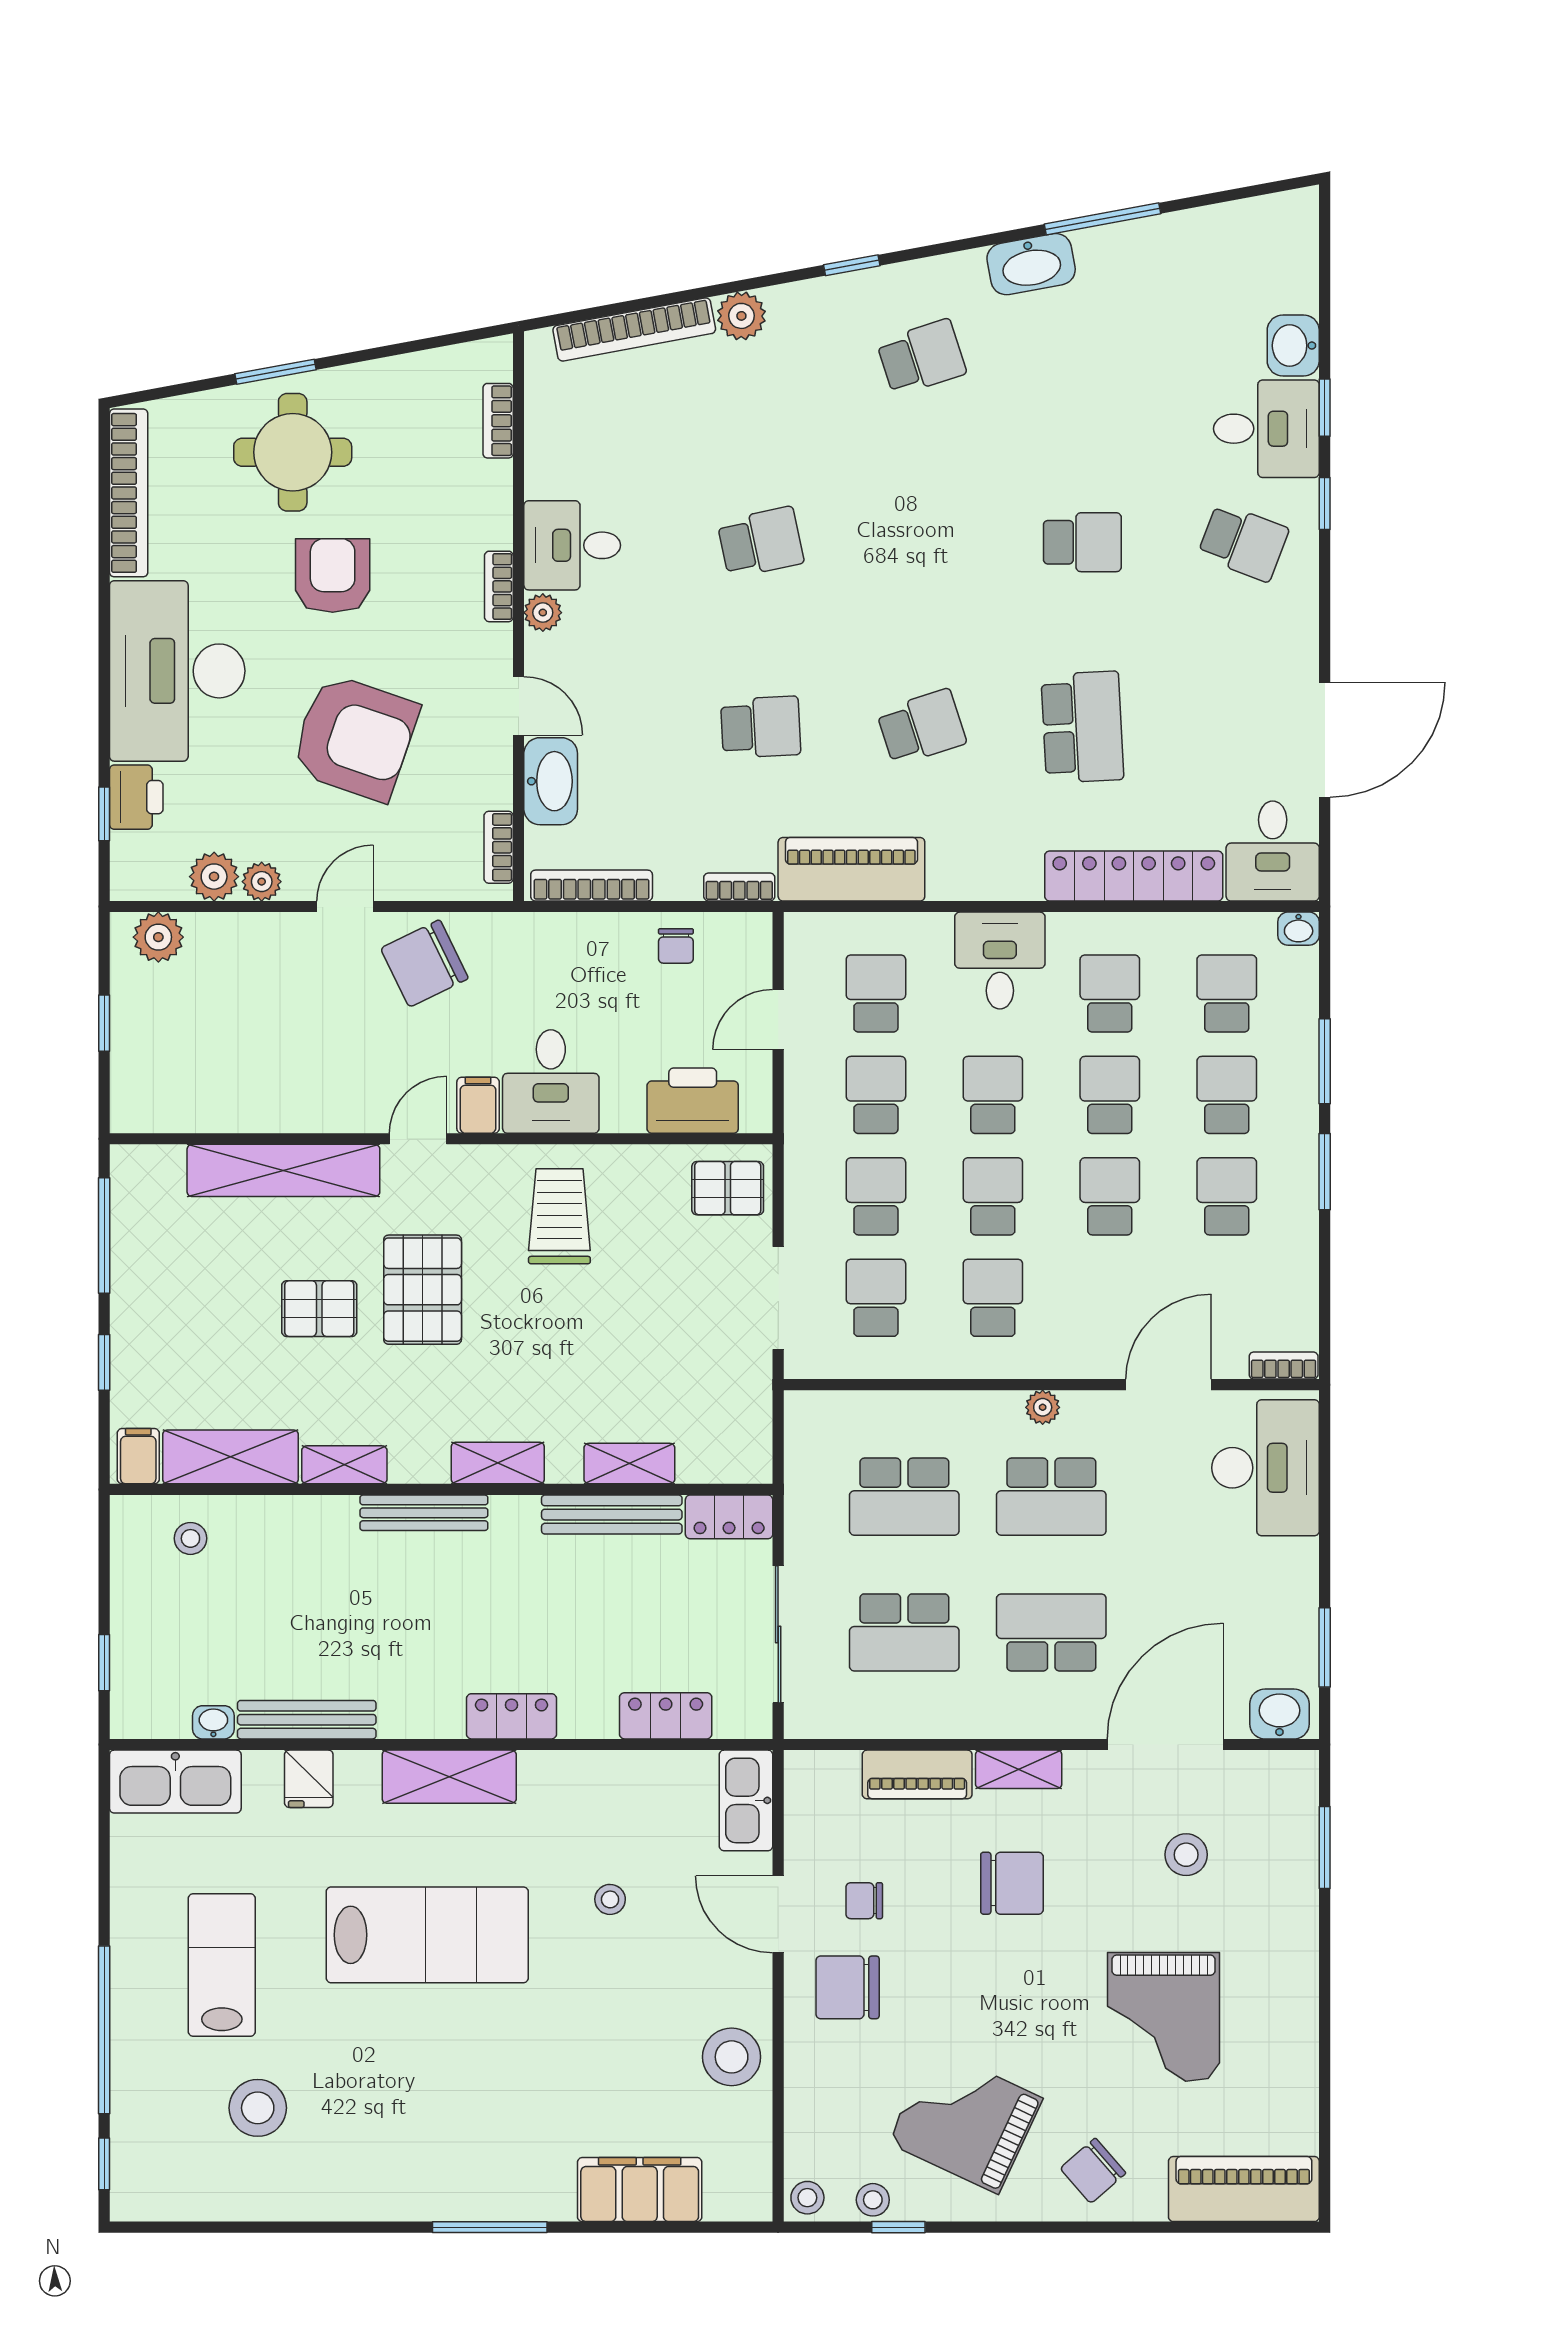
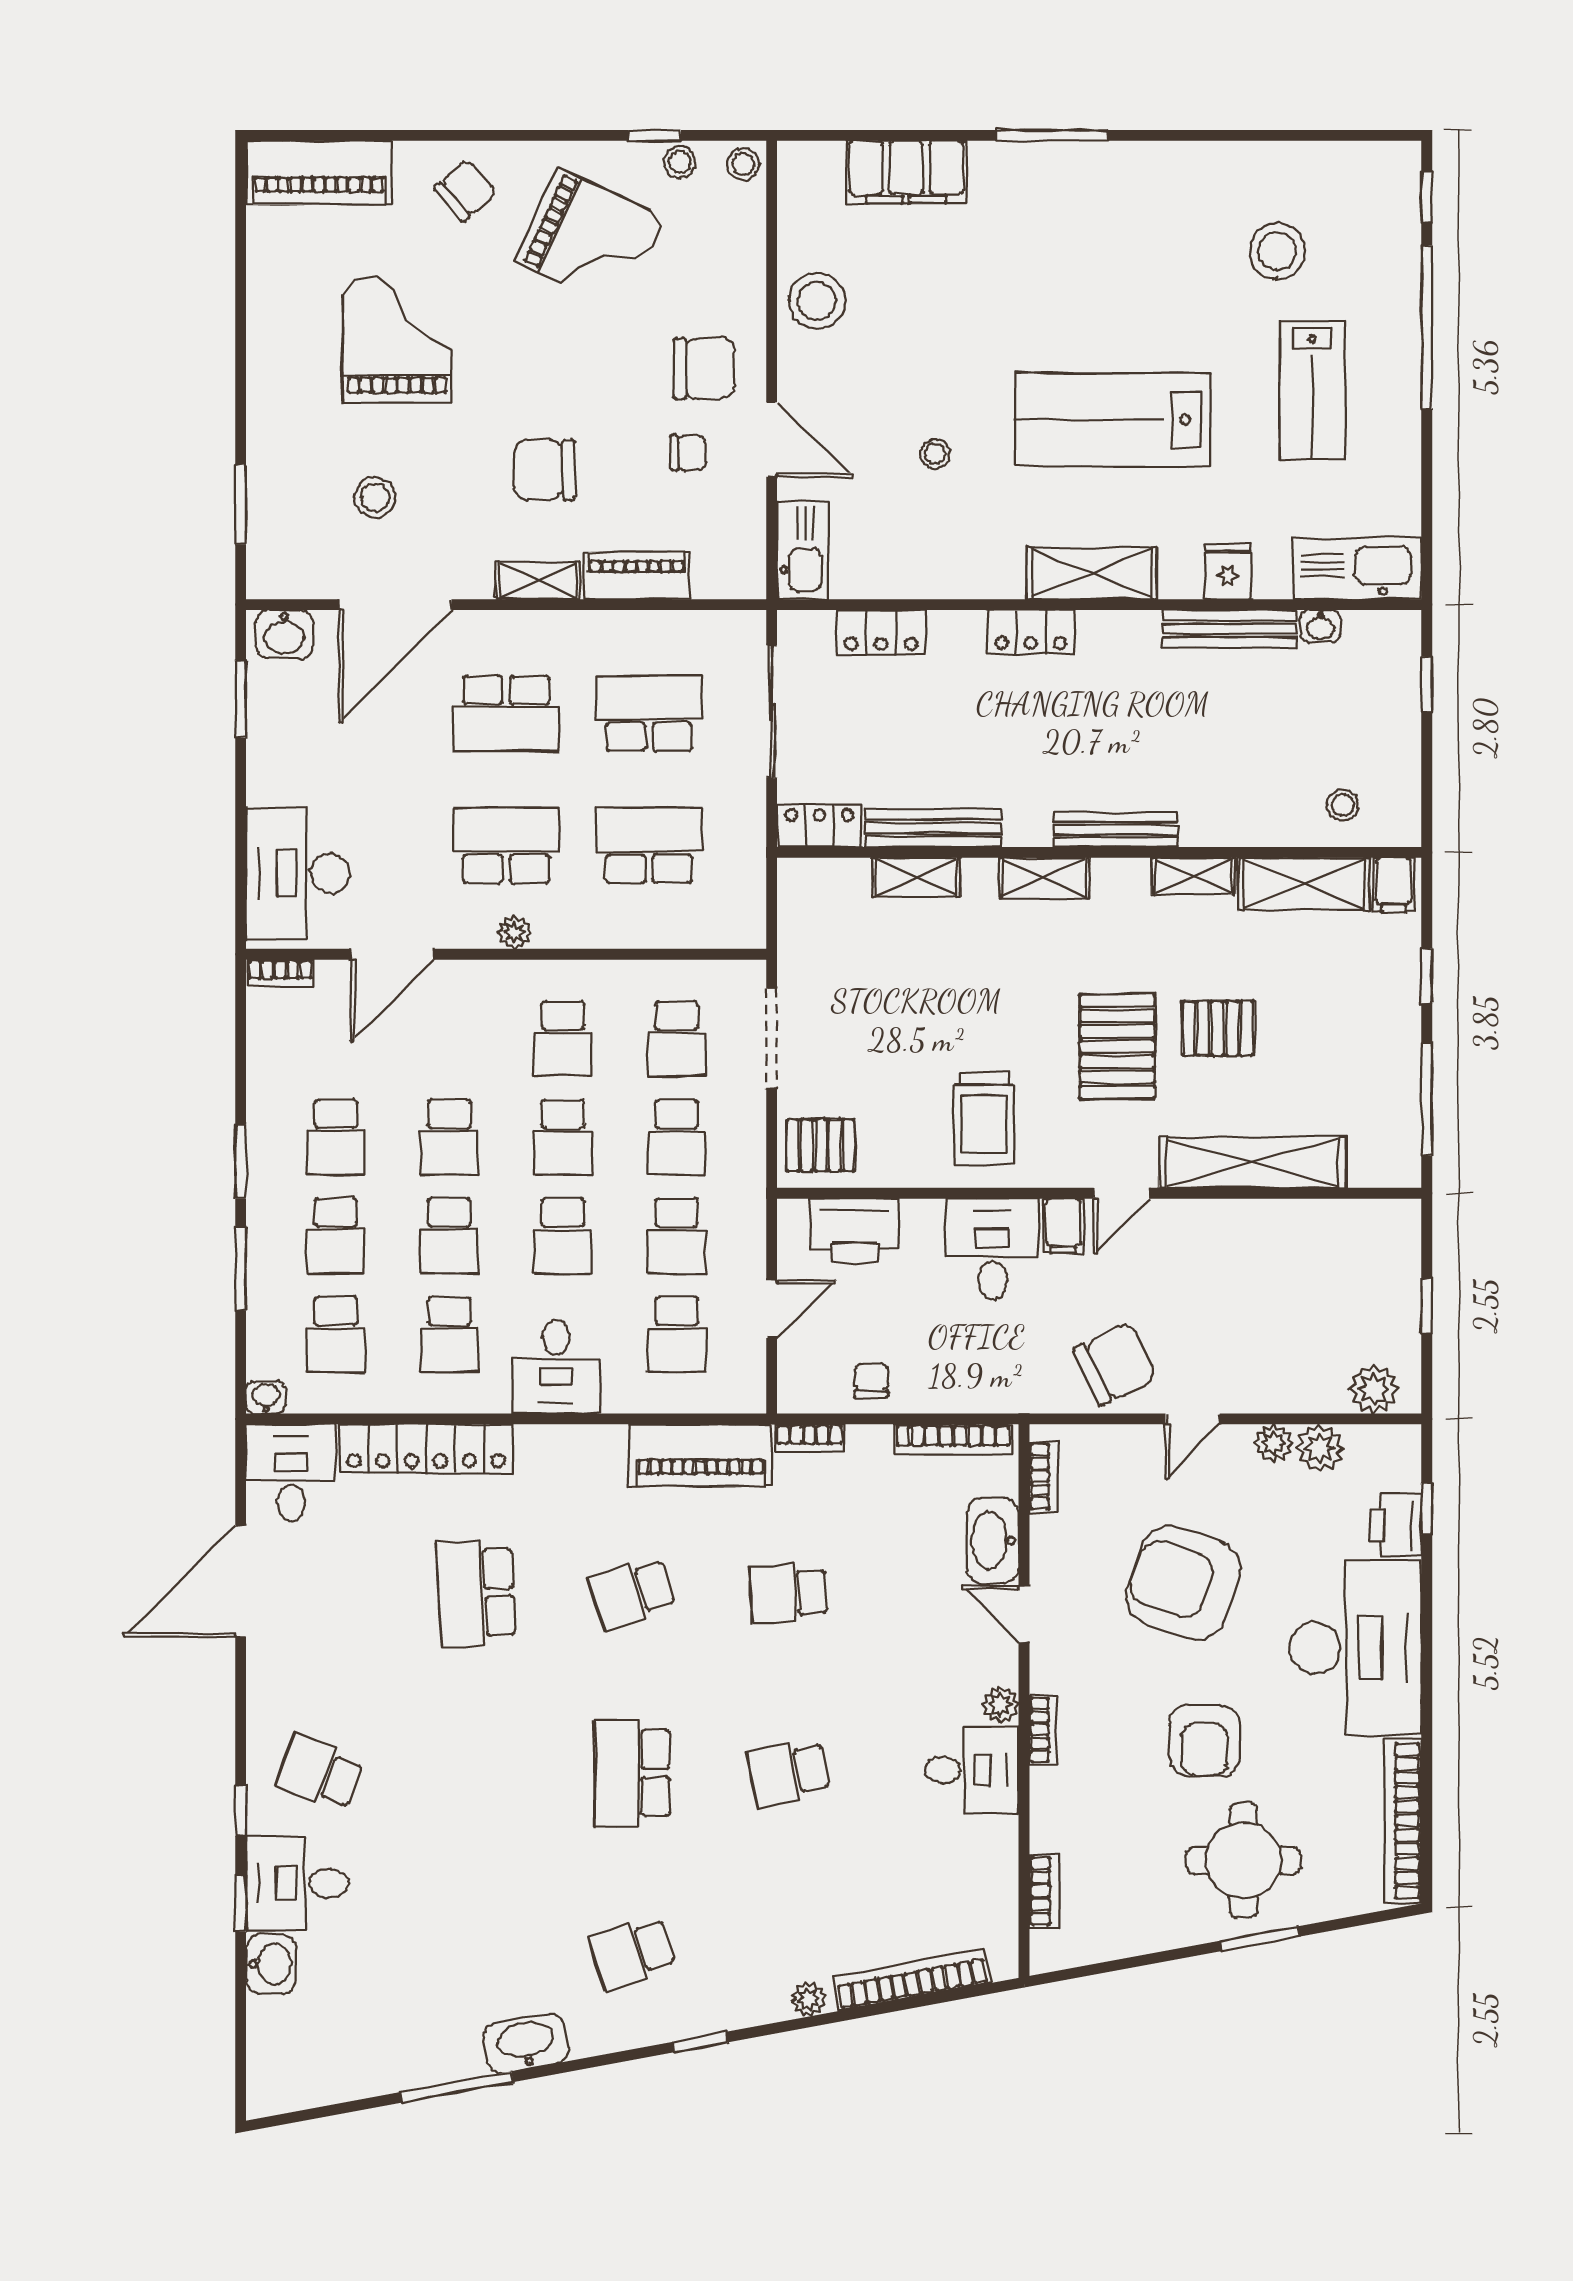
plant: (741, 316) -> (808, 1999), width x0.73, depth x0.73
school desk: (1082, 542) -> (632, 1773), moved, width x1.85

